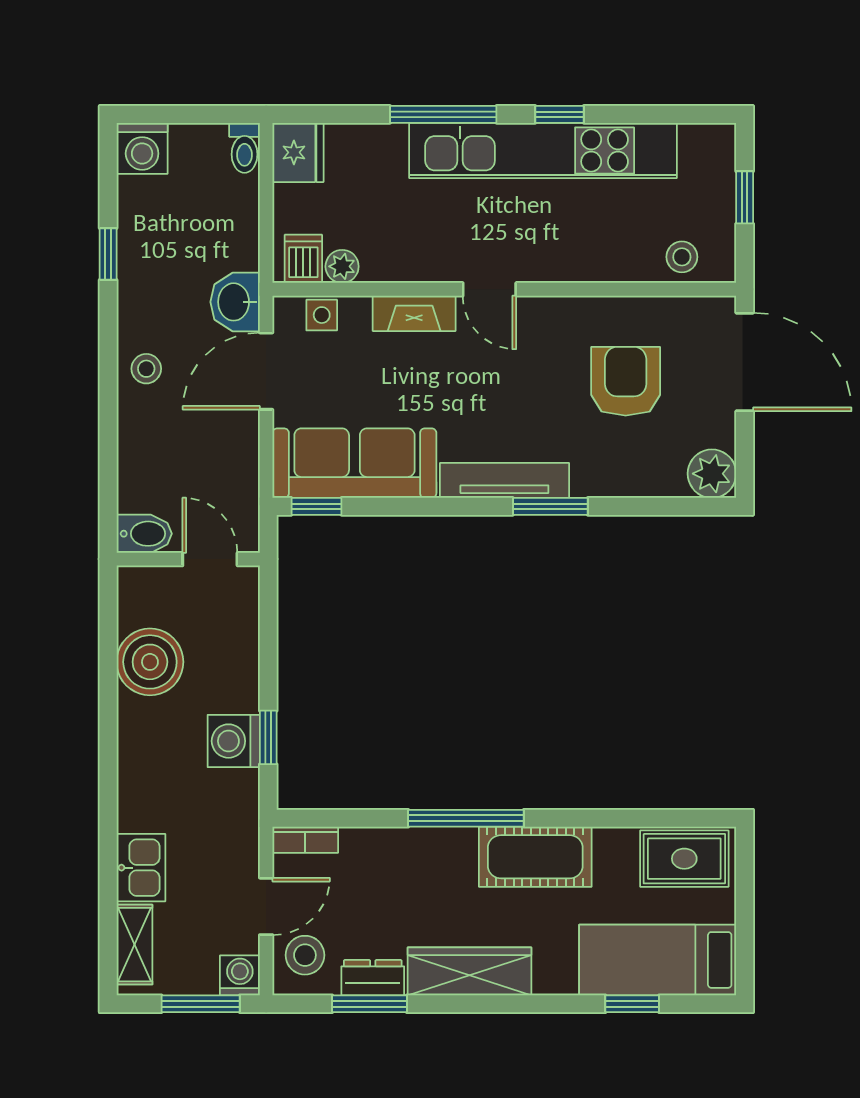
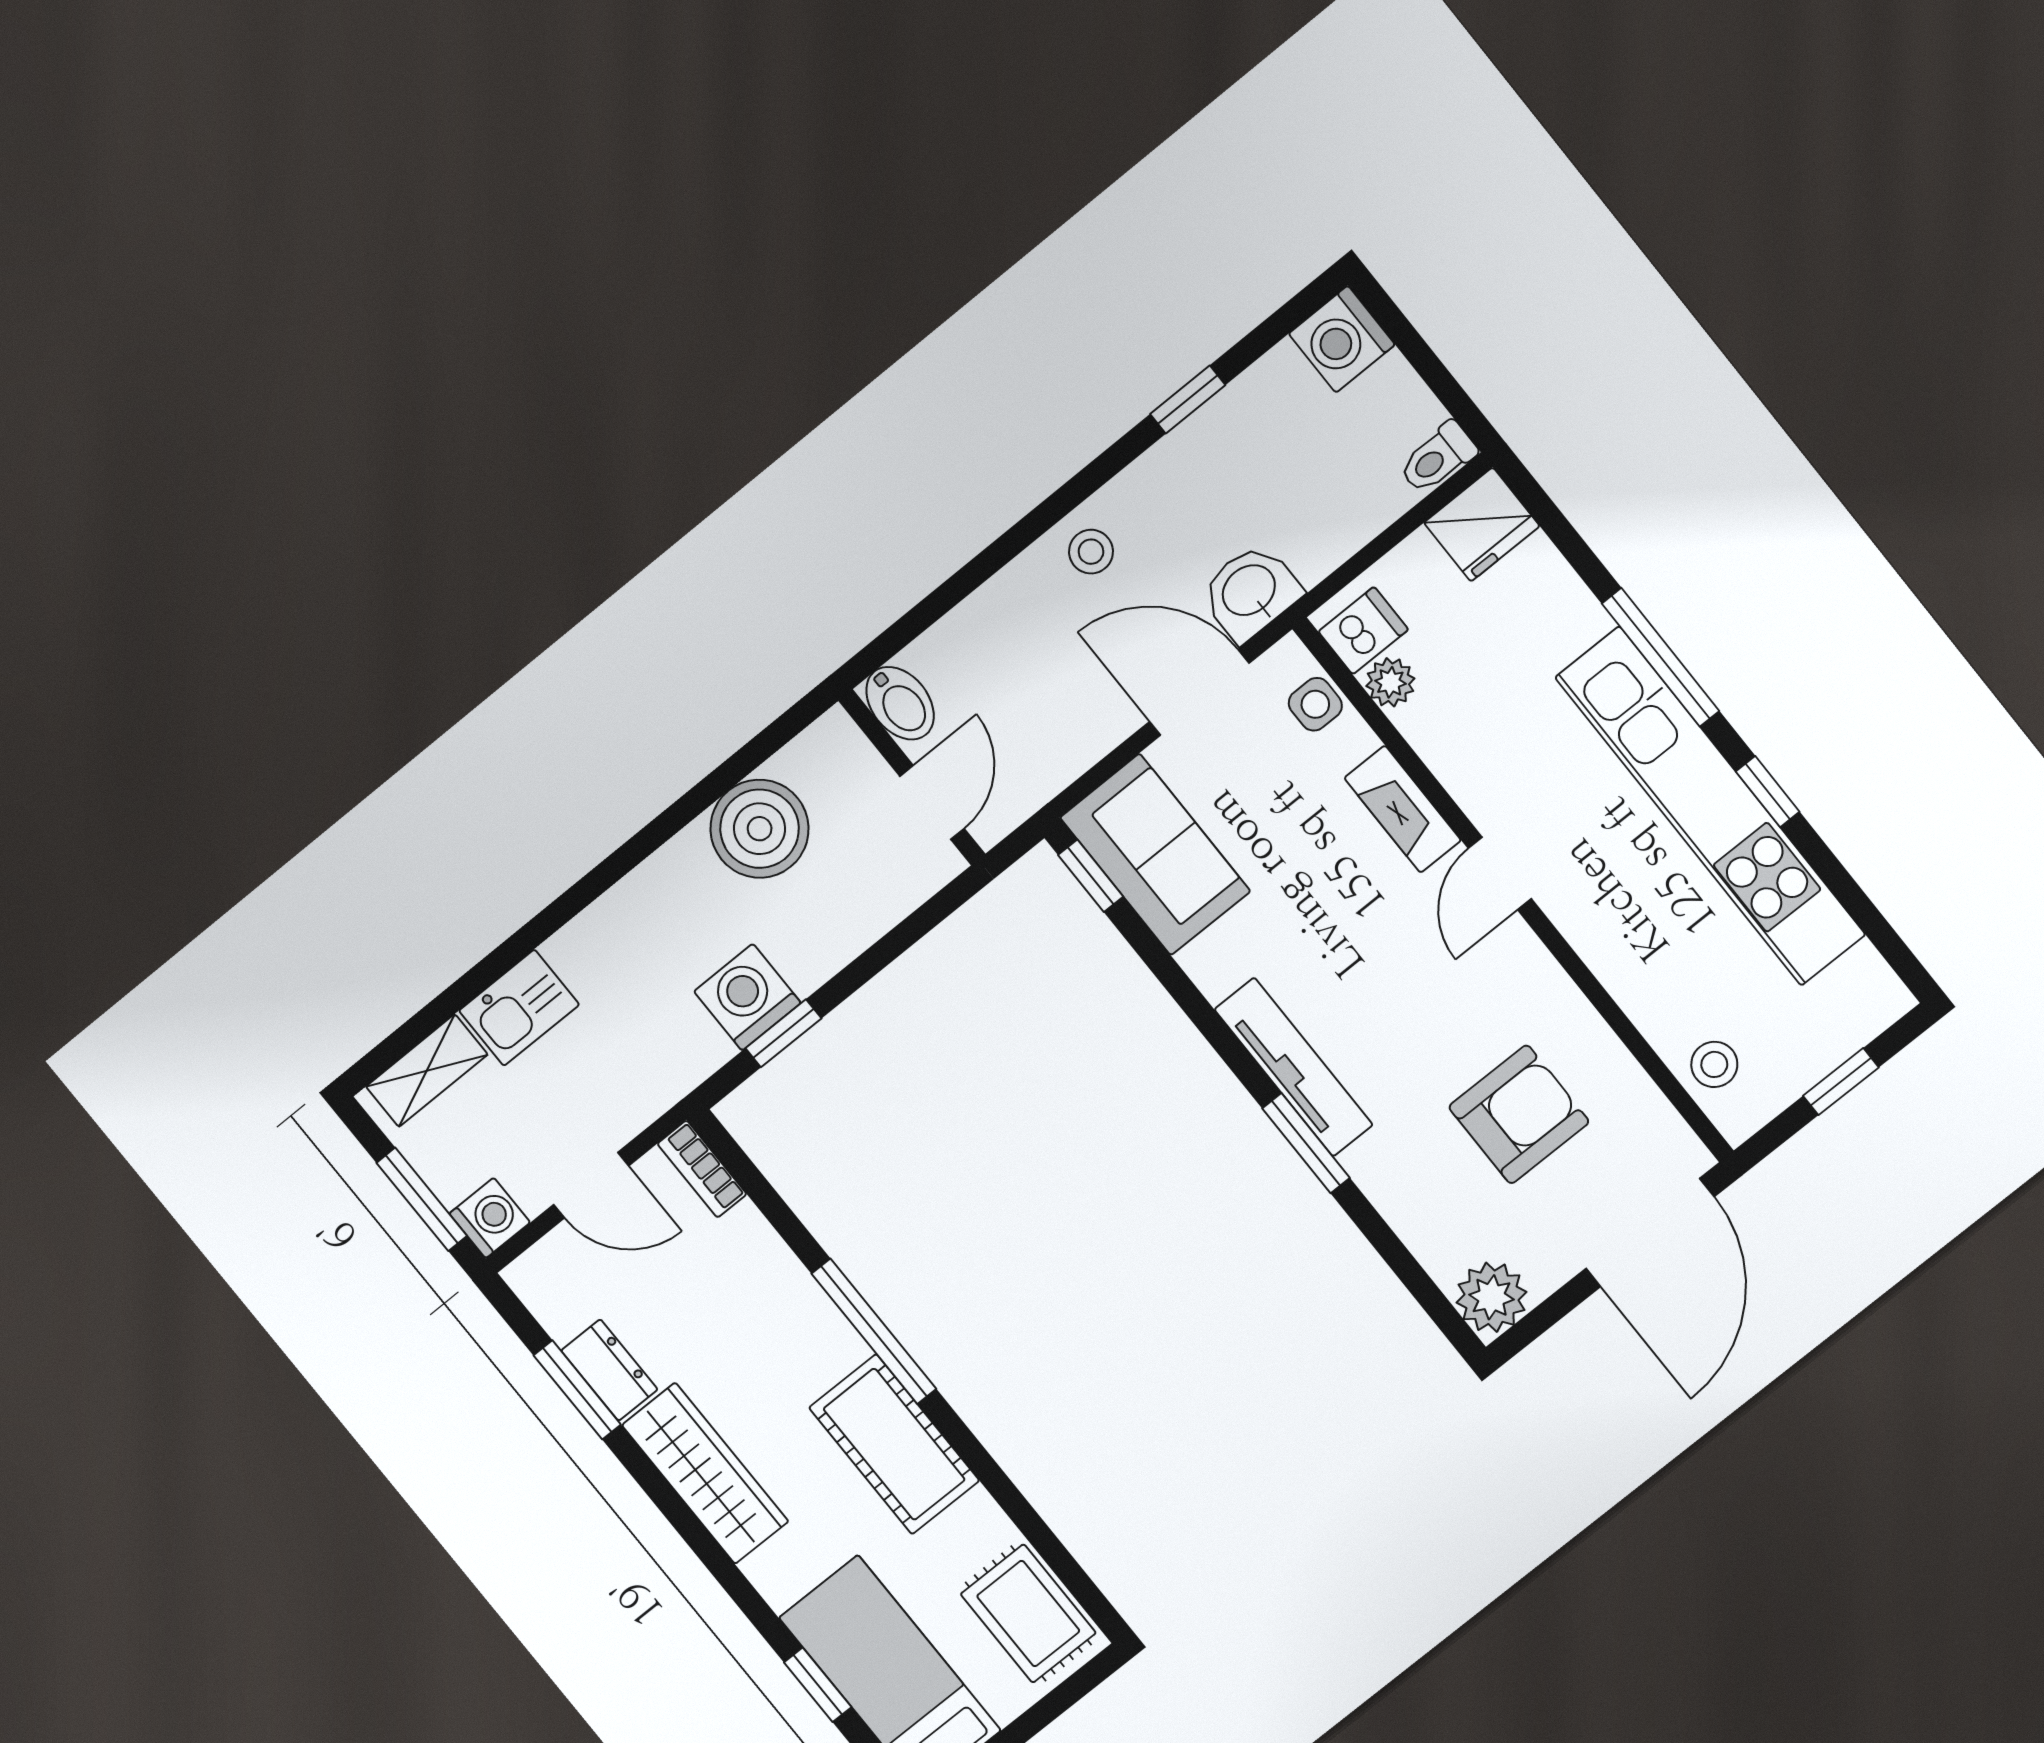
sofa: (354, 463) -> (1155, 854), width x0.73
stool: (305, 955) -> (572, 1273), removed

